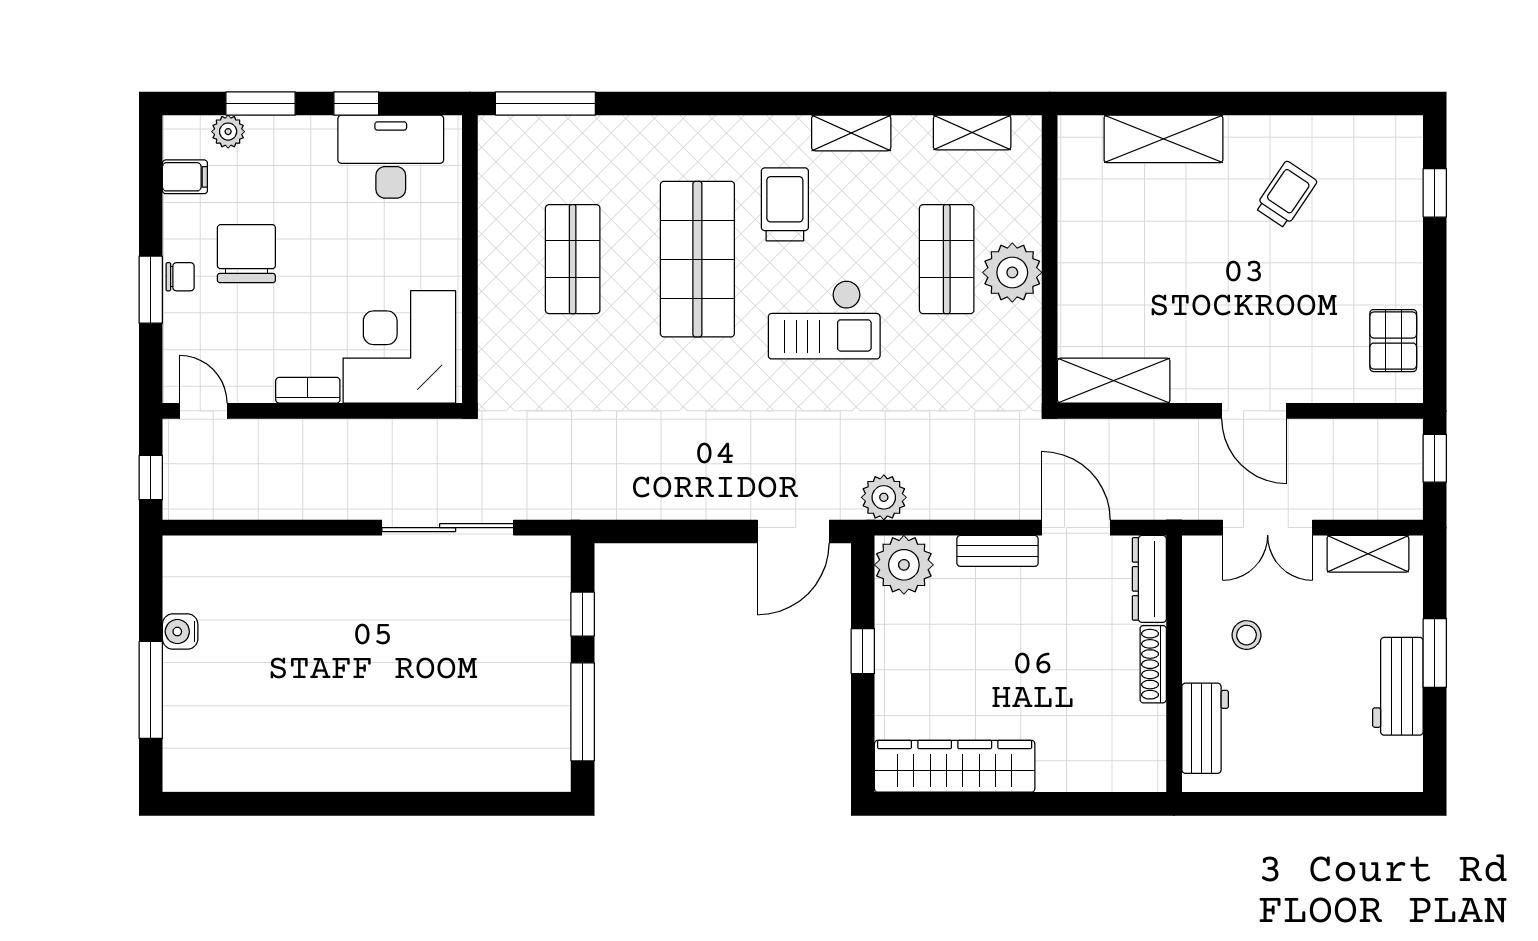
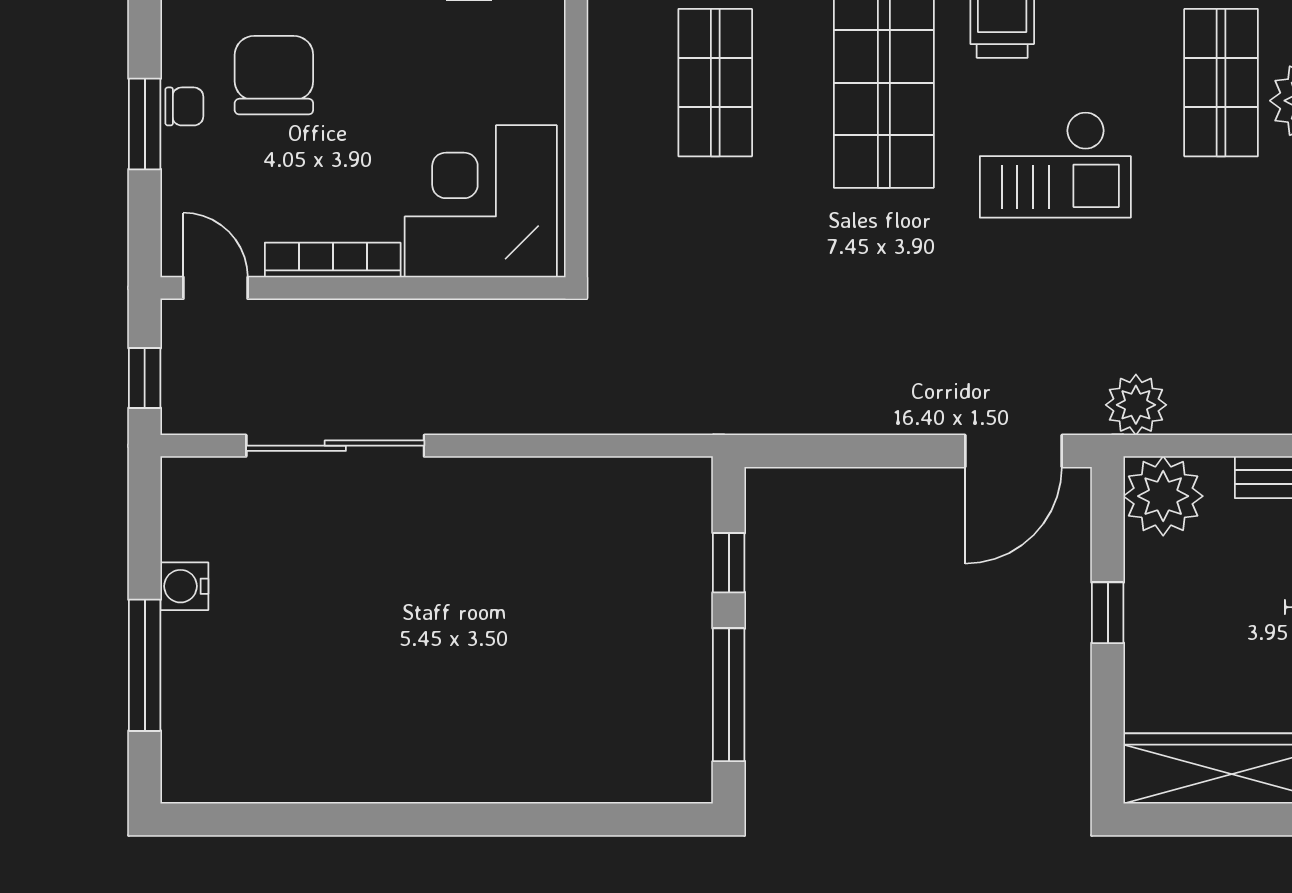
bookcase: (308, 390) -> (333, 260), width x1.56
sliding door: (448, 528) -> (335, 446), moved

